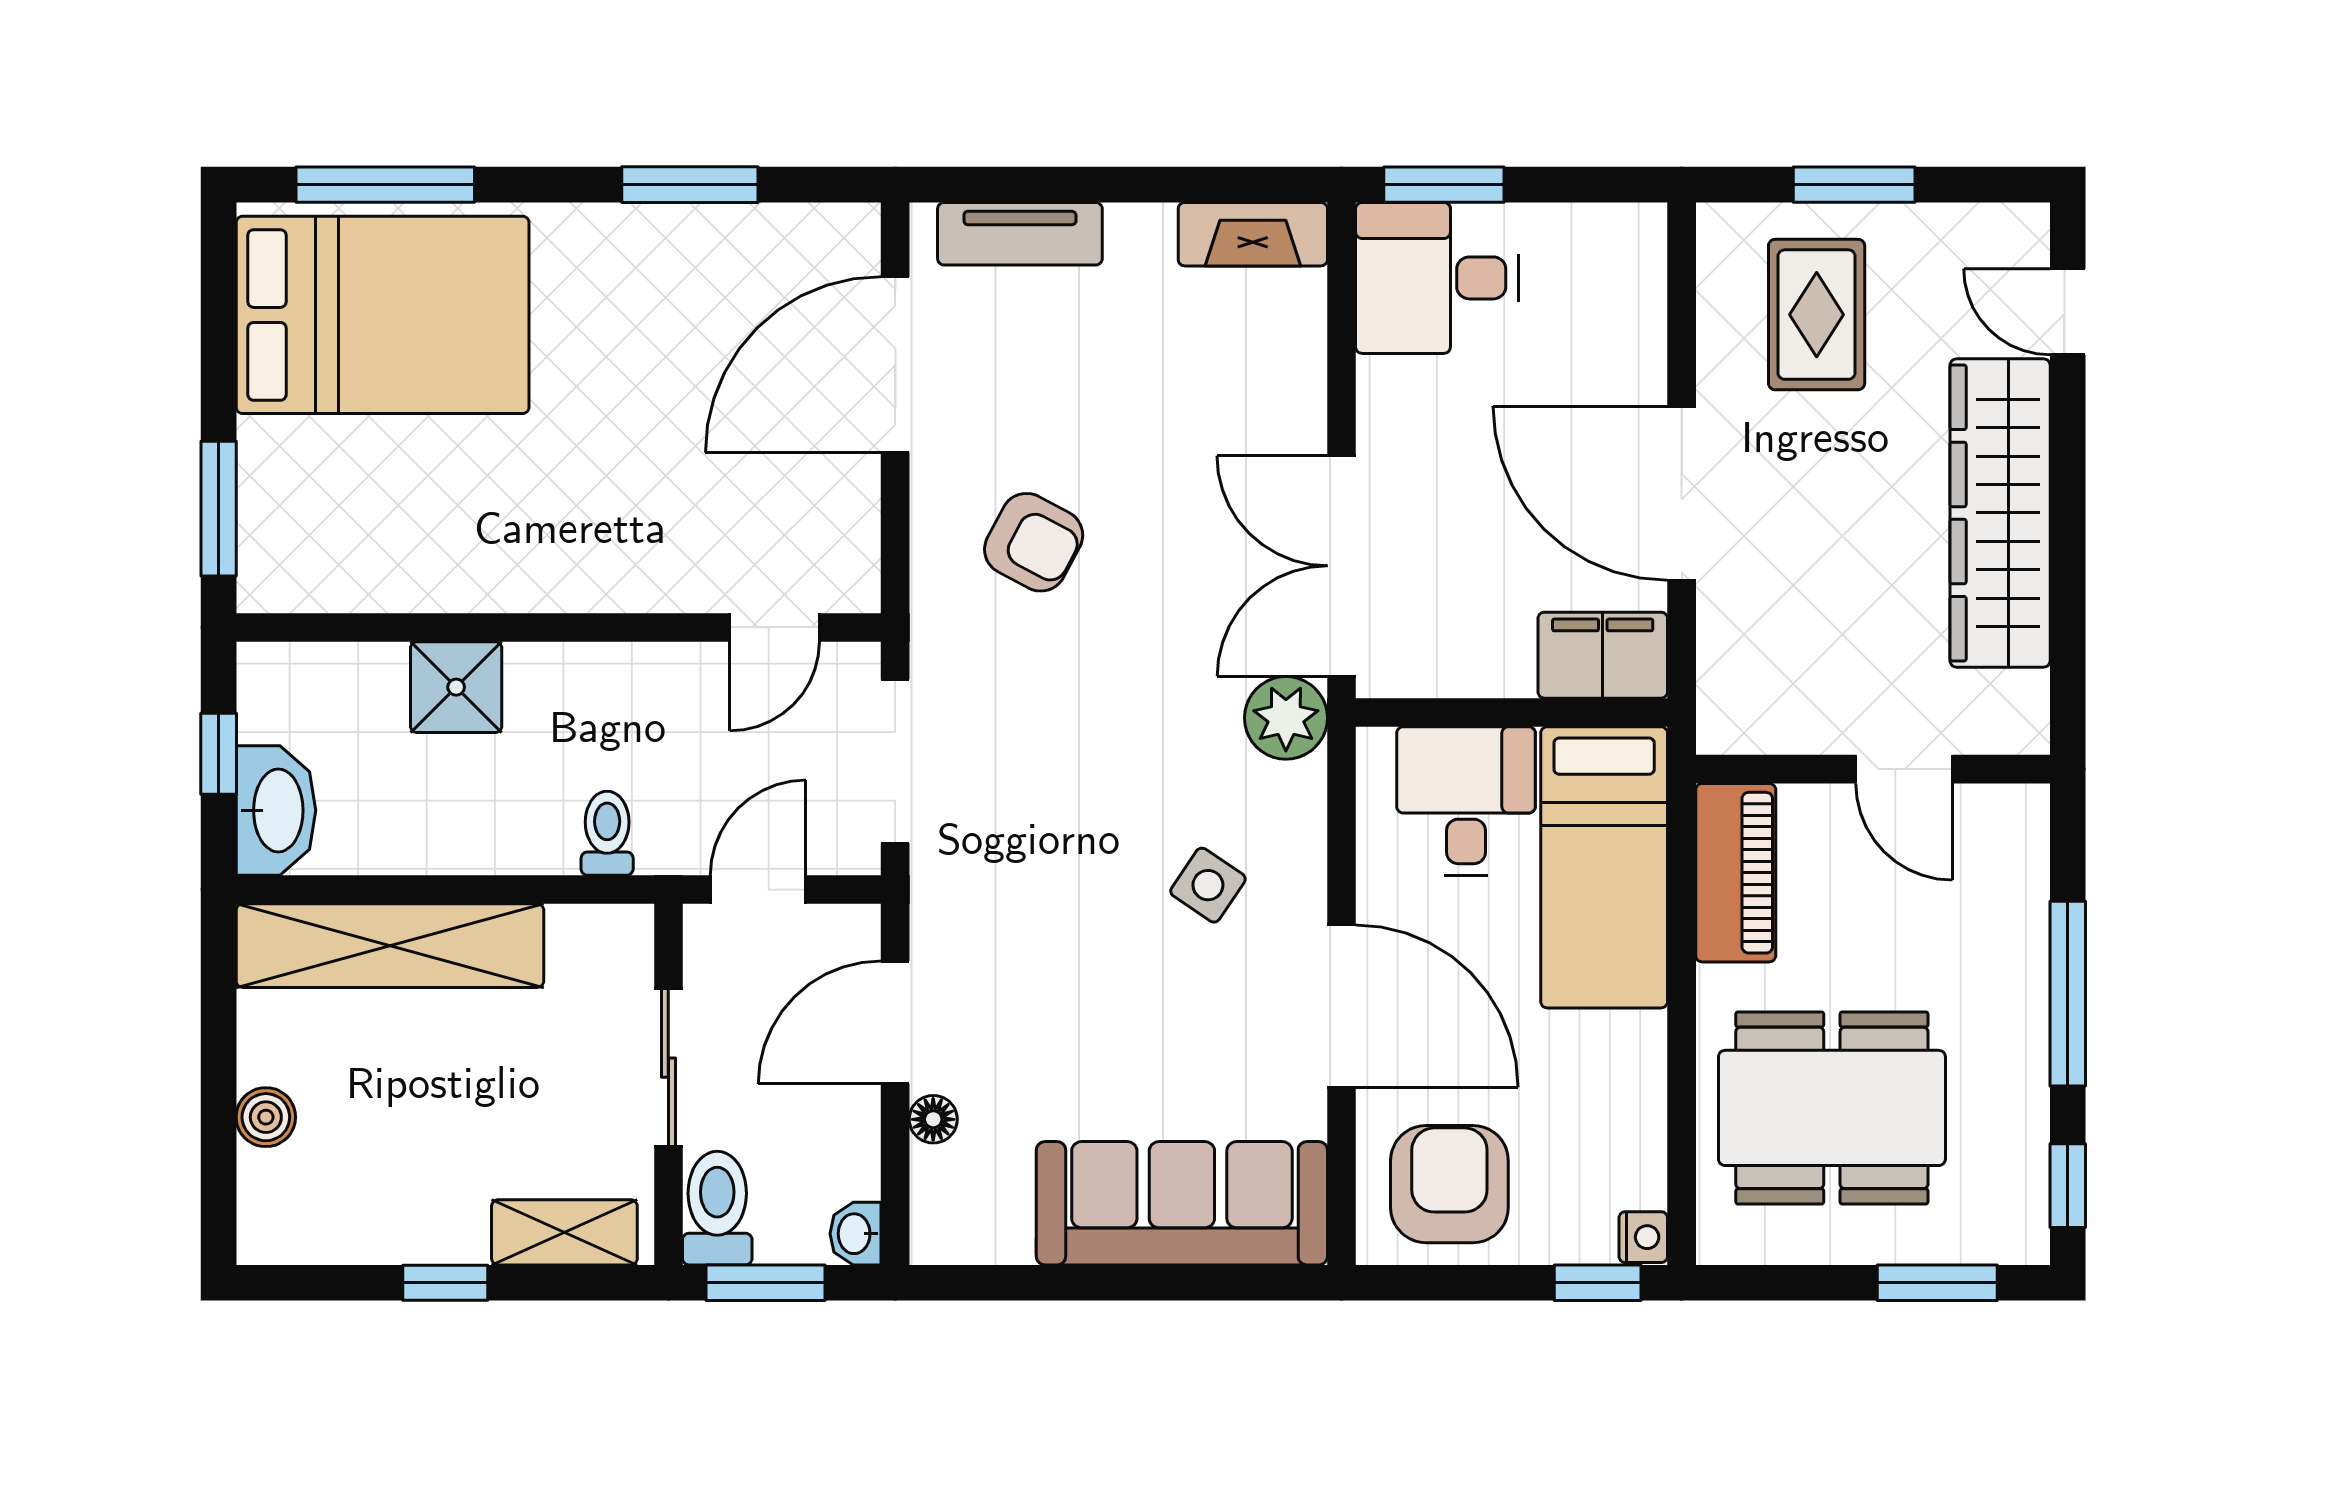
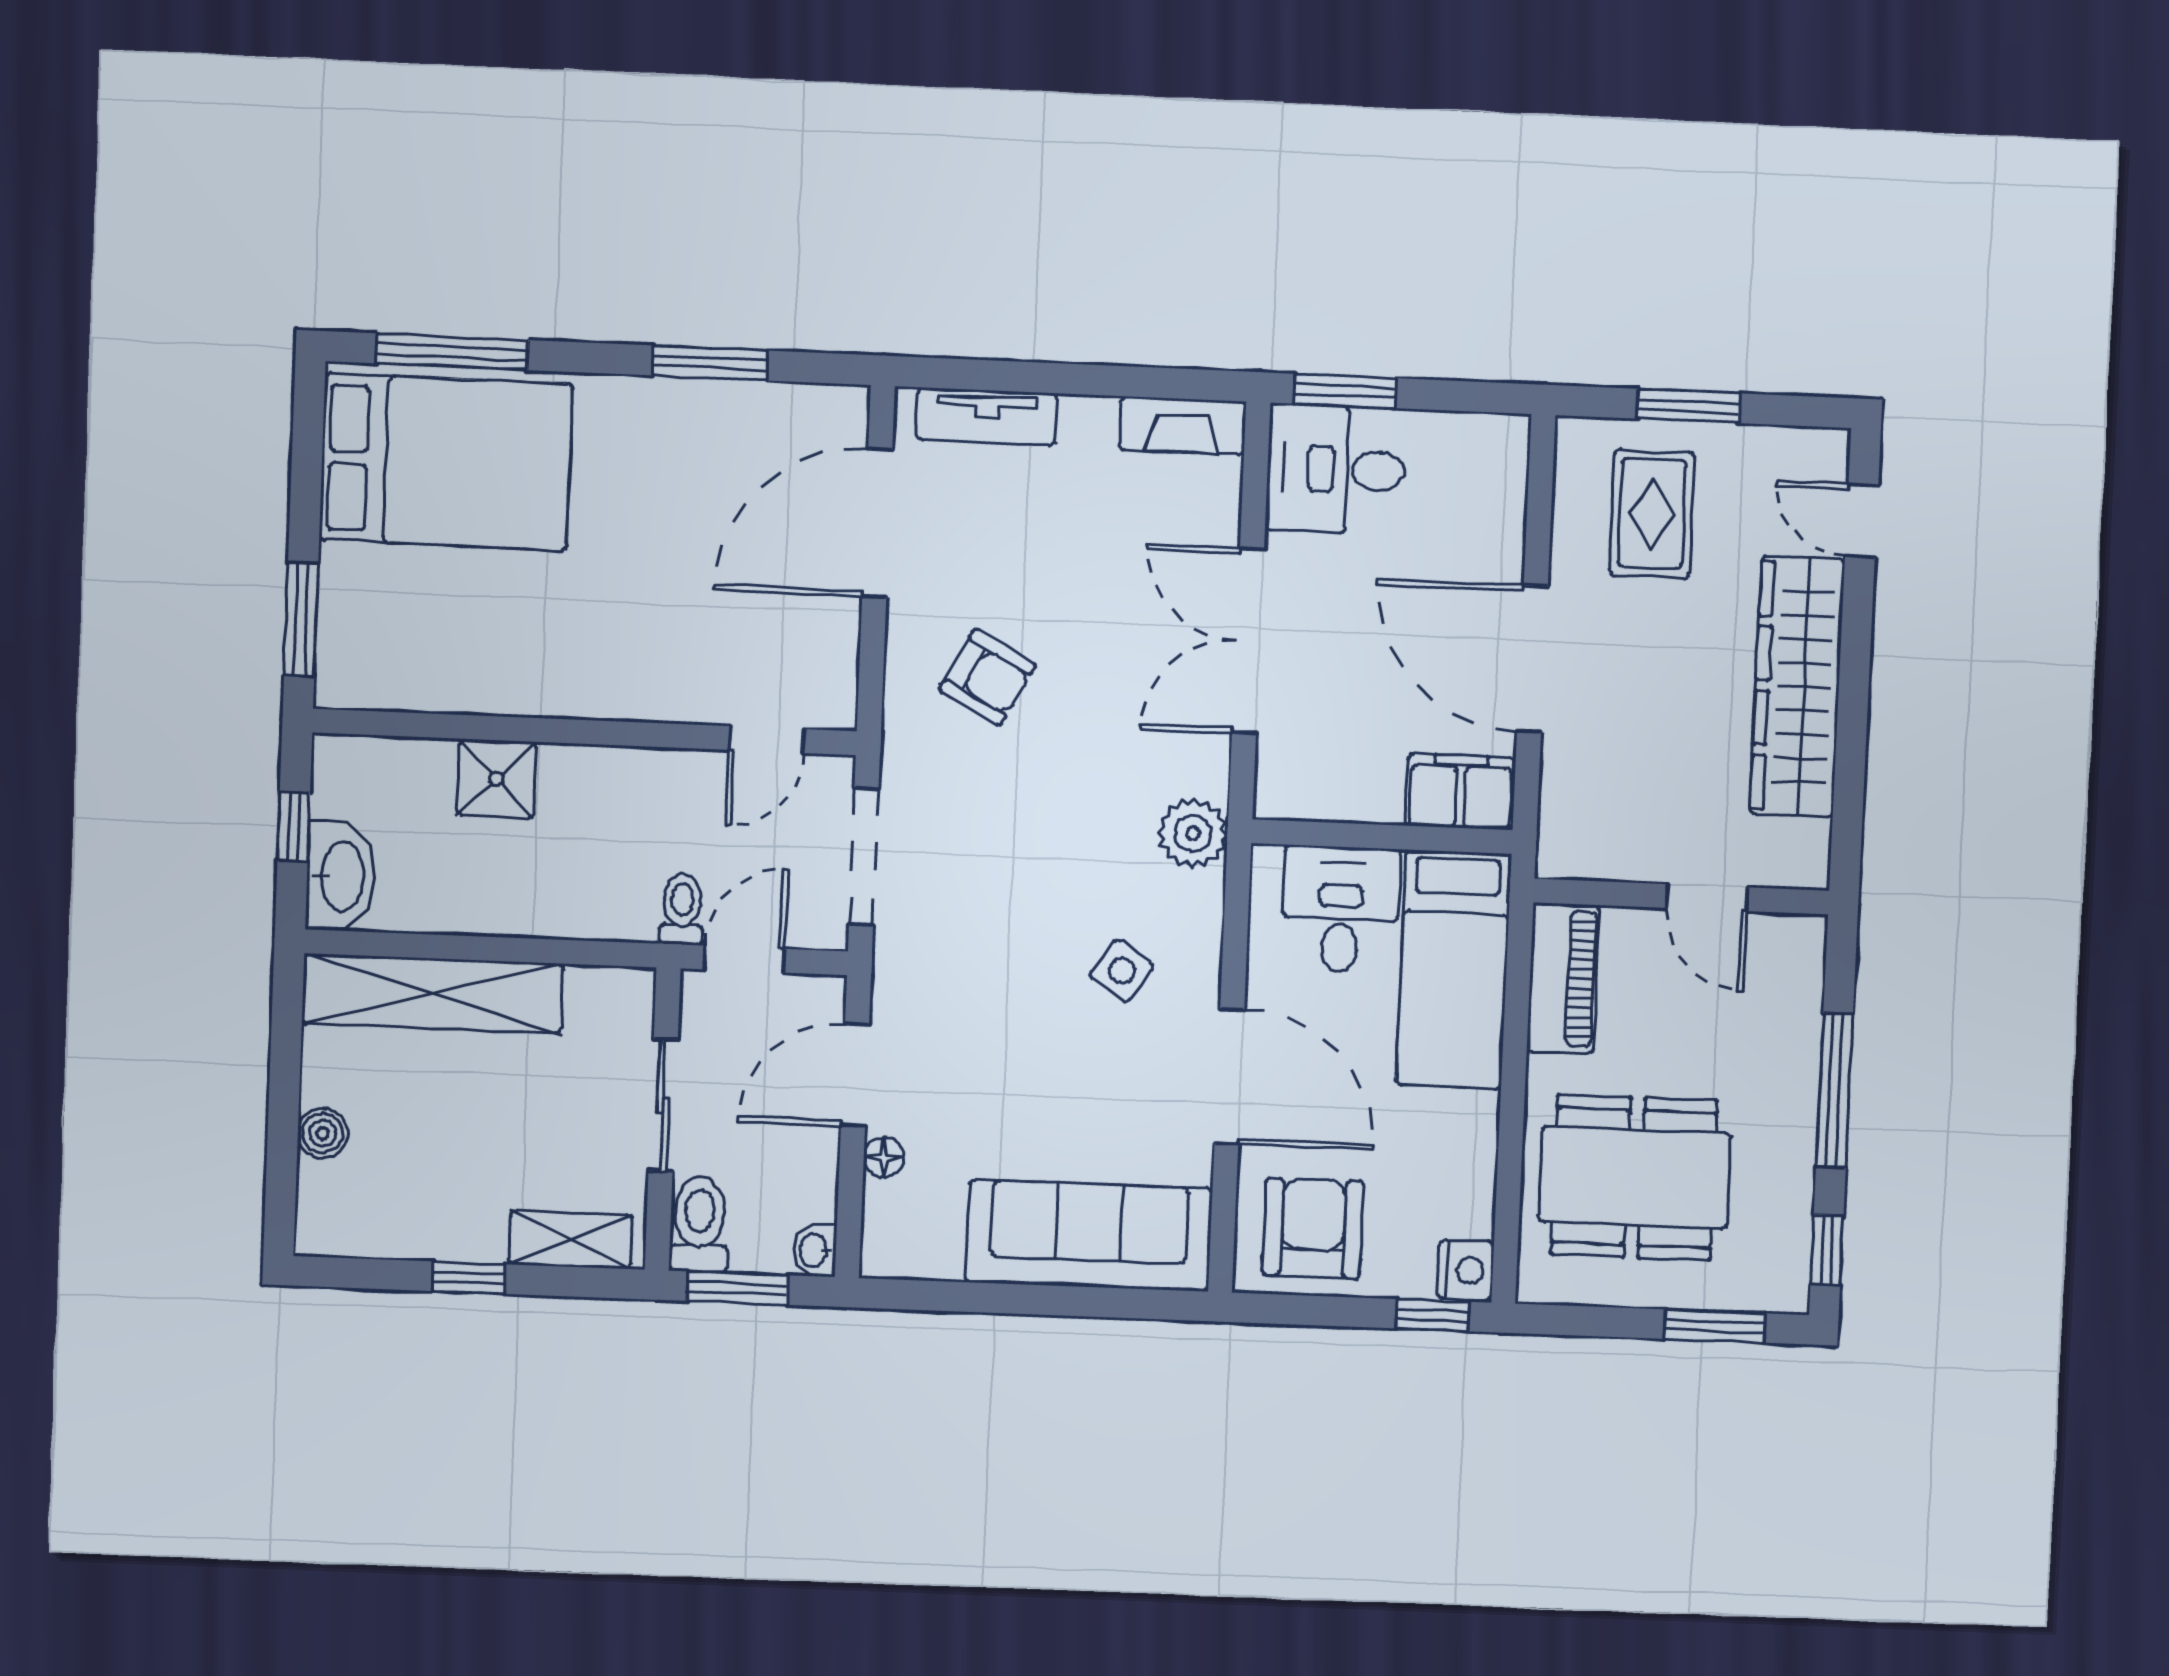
double door: (1342, 566) -> (1248, 641), moved
toilet: (607, 833) -> (682, 909), moved
nightstand: (1643, 1237) -> (1466, 1270), width x1.39, depth x1.35

